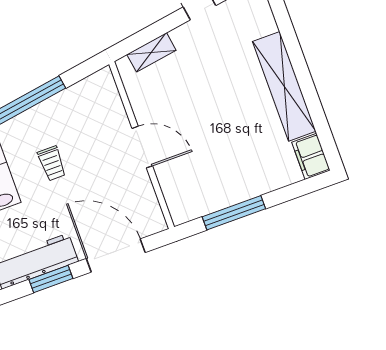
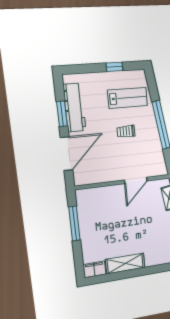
shelving: (284, 86) -> (125, 264), width x0.68
door: (142, 147) -> (136, 180), moved

